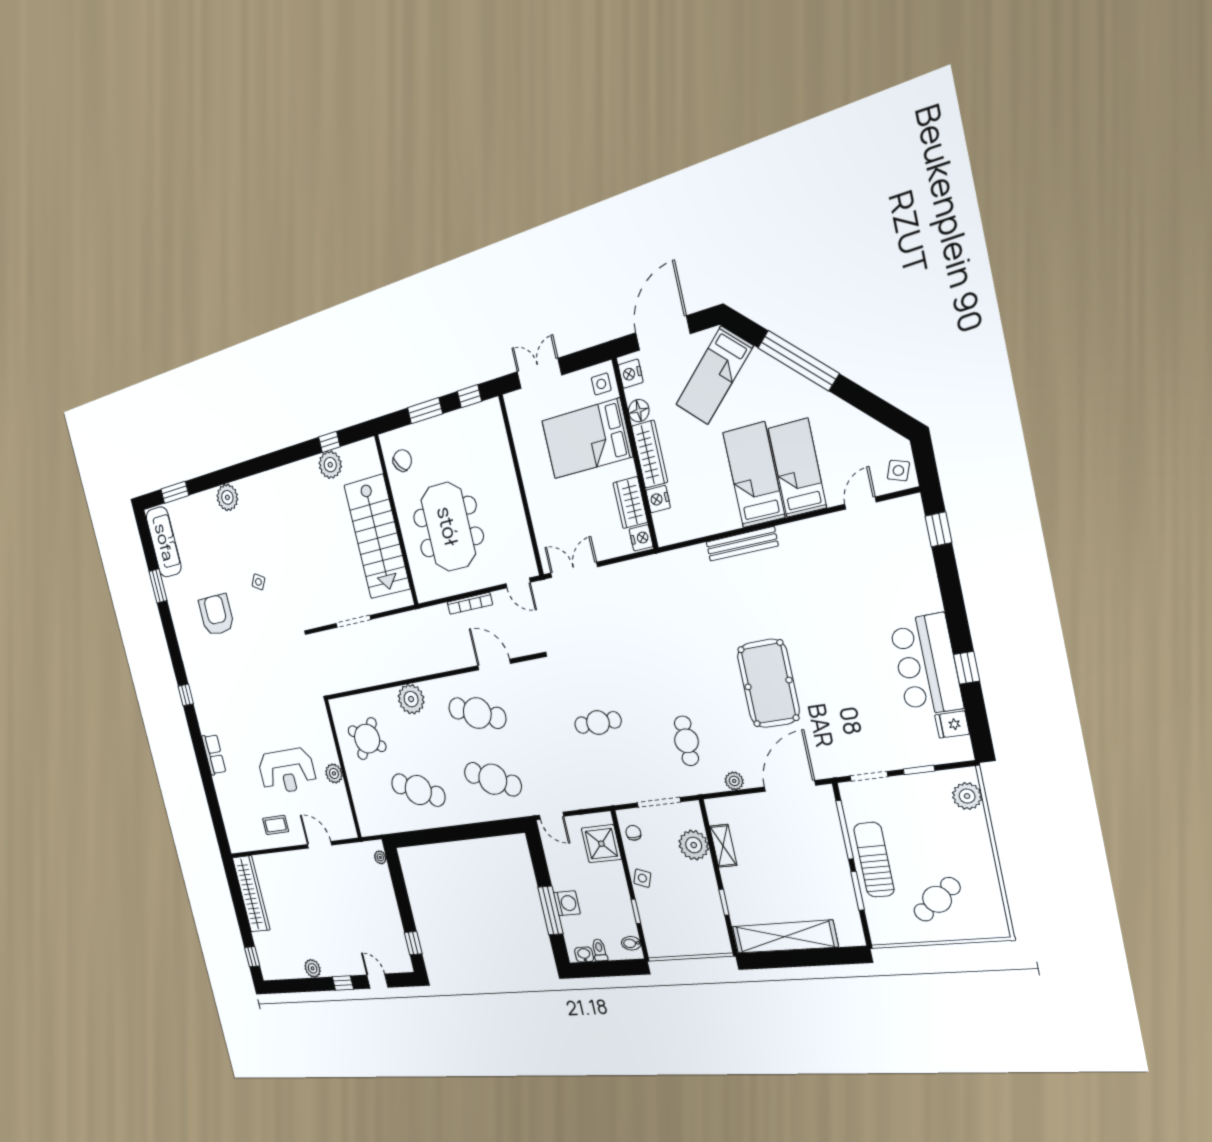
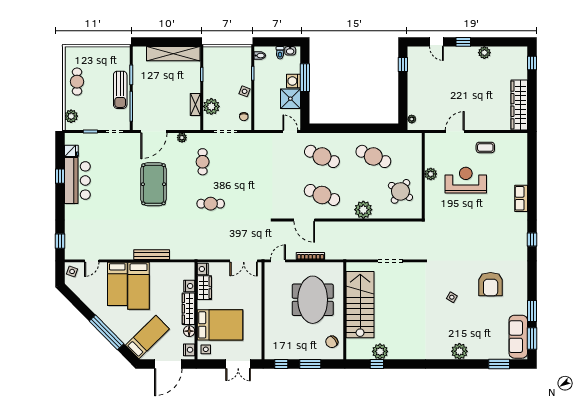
window: (147, 544) -> (532, 338), added
door: (518, 583) -> (278, 261), hinge flipped
cafe table: (598, 722) -> (211, 204), moved
shower: (601, 844) -> (290, 99), moved
door: (320, 845) -> (455, 131), swing flipped
cafe table: (937, 899) -> (77, 82), moved, turned -51

